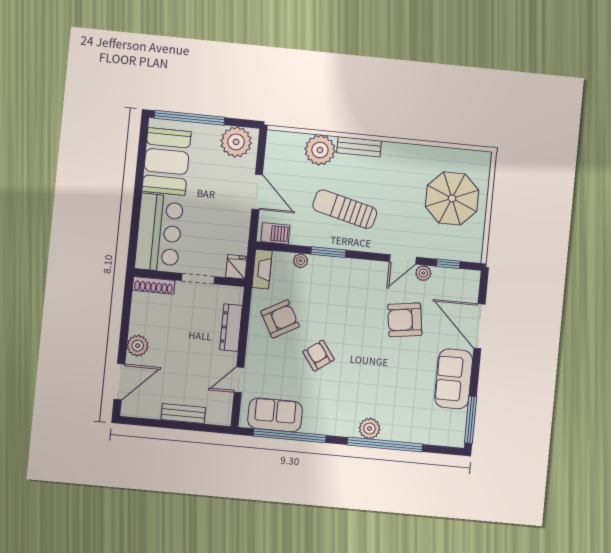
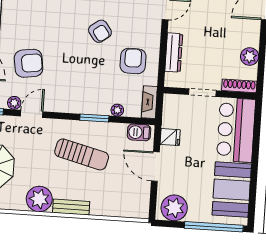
plant: (320, 150) -> (39, 199), moved
fridge: (236, 267) -> (170, 137), moved, turned -90
armchair: (280, 319) -> (133, 61), turned 119
plant: (138, 346) -> (250, 57), moved

